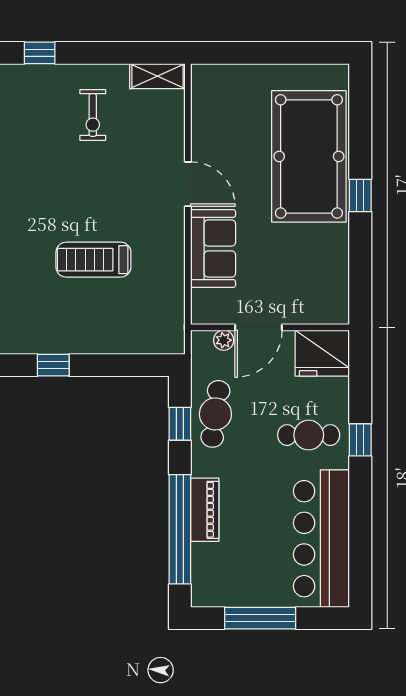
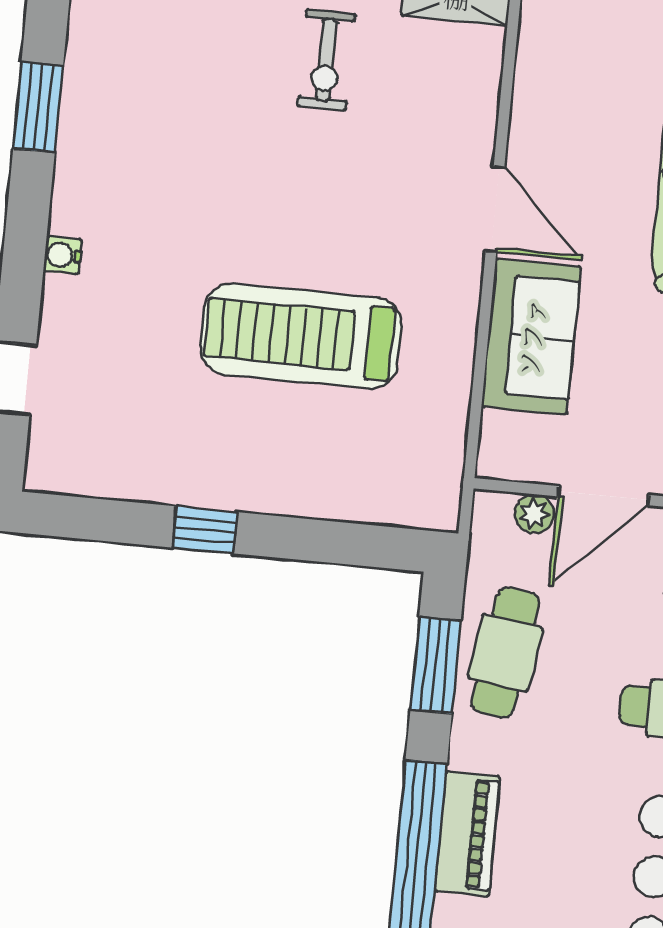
treadmill: (93, 260) -> (301, 336), width x1.37, depth x1.38
window: (180, 424) -> (436, 665), width x1.50

